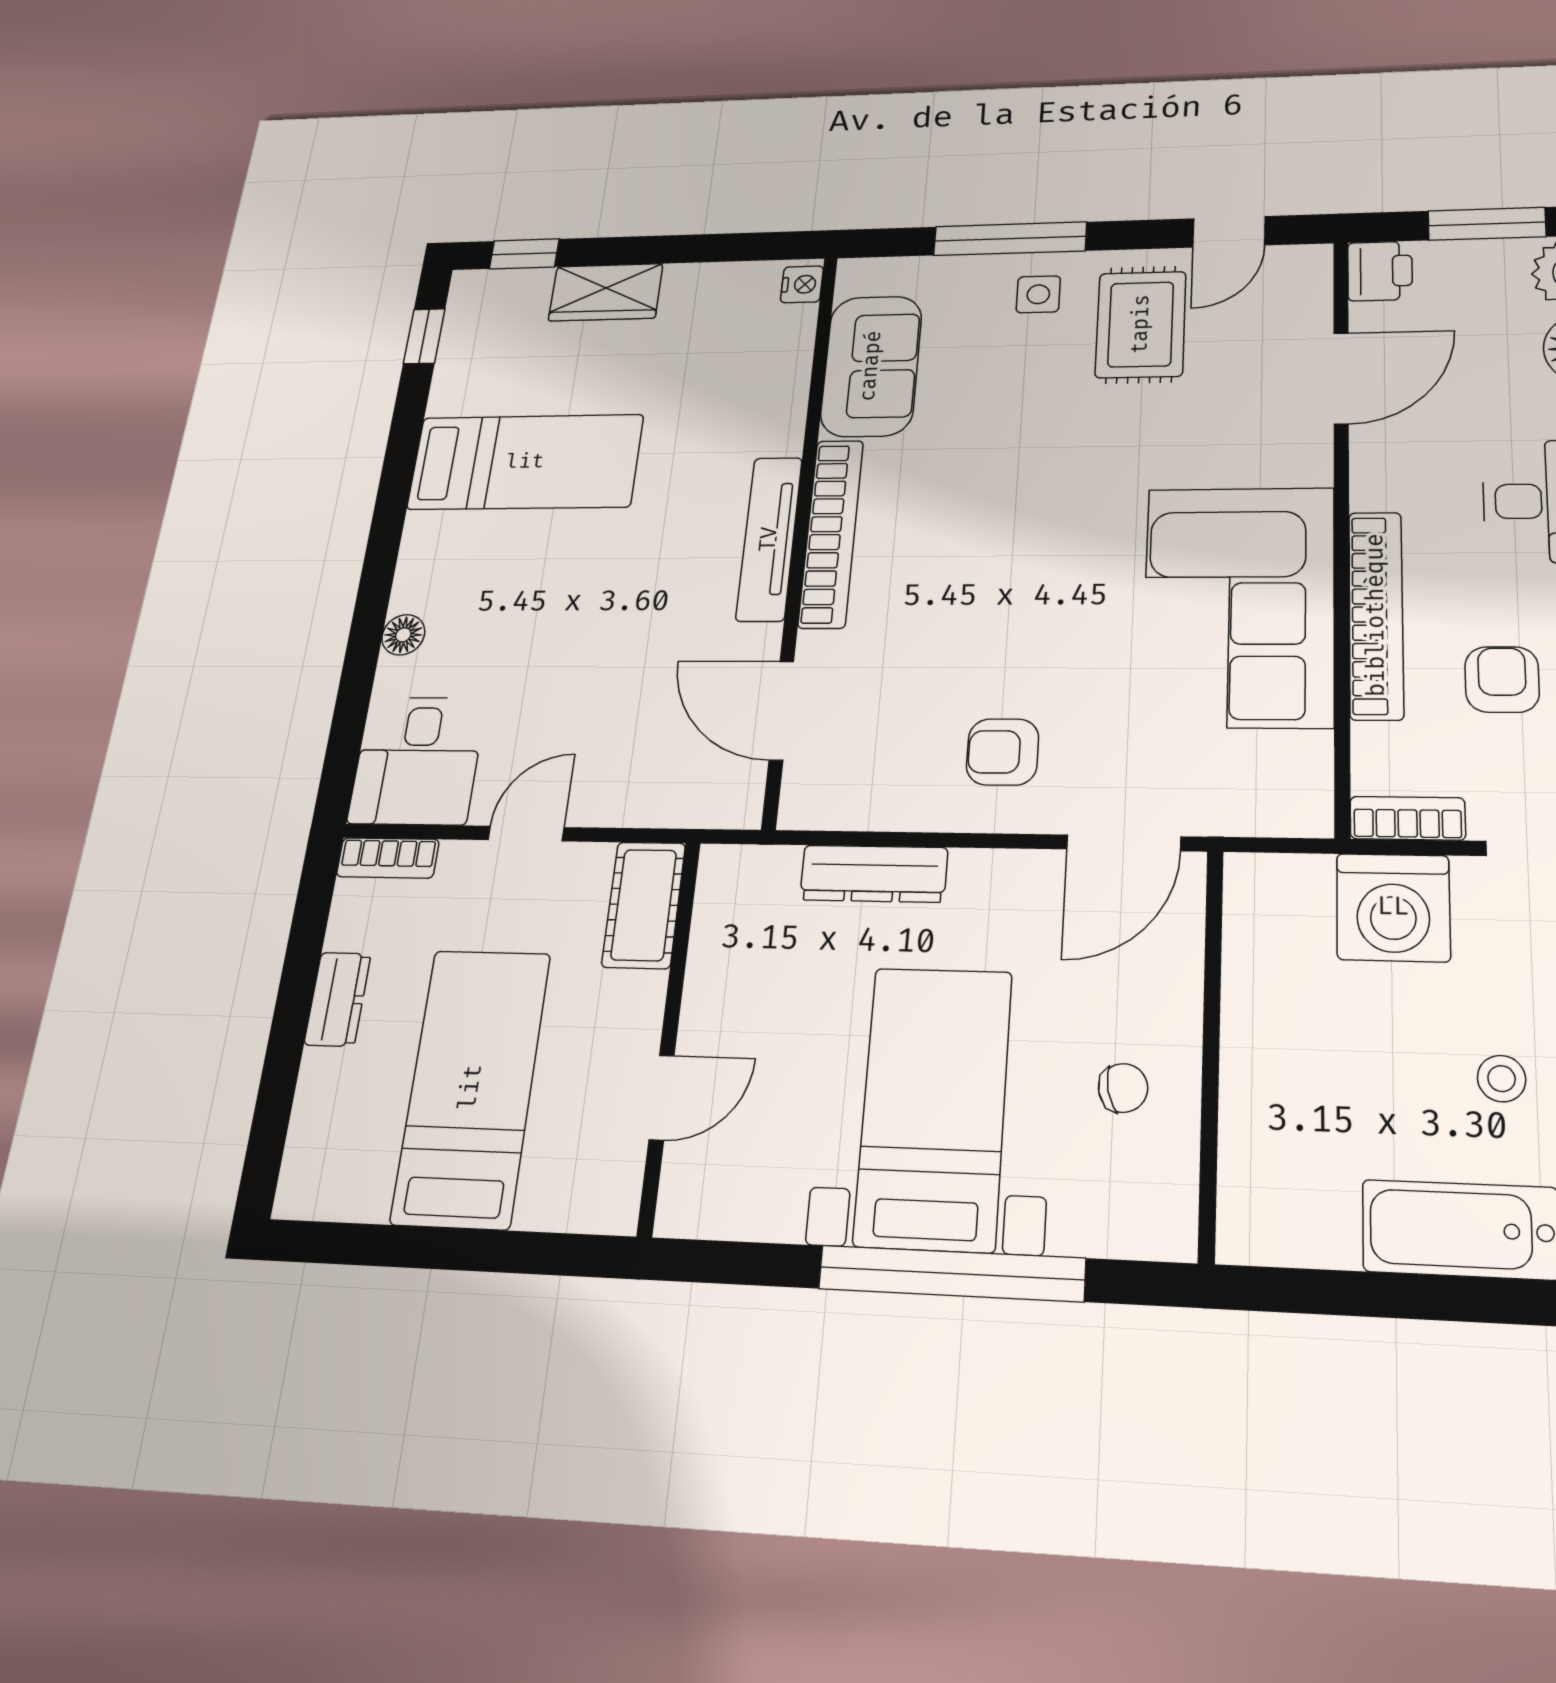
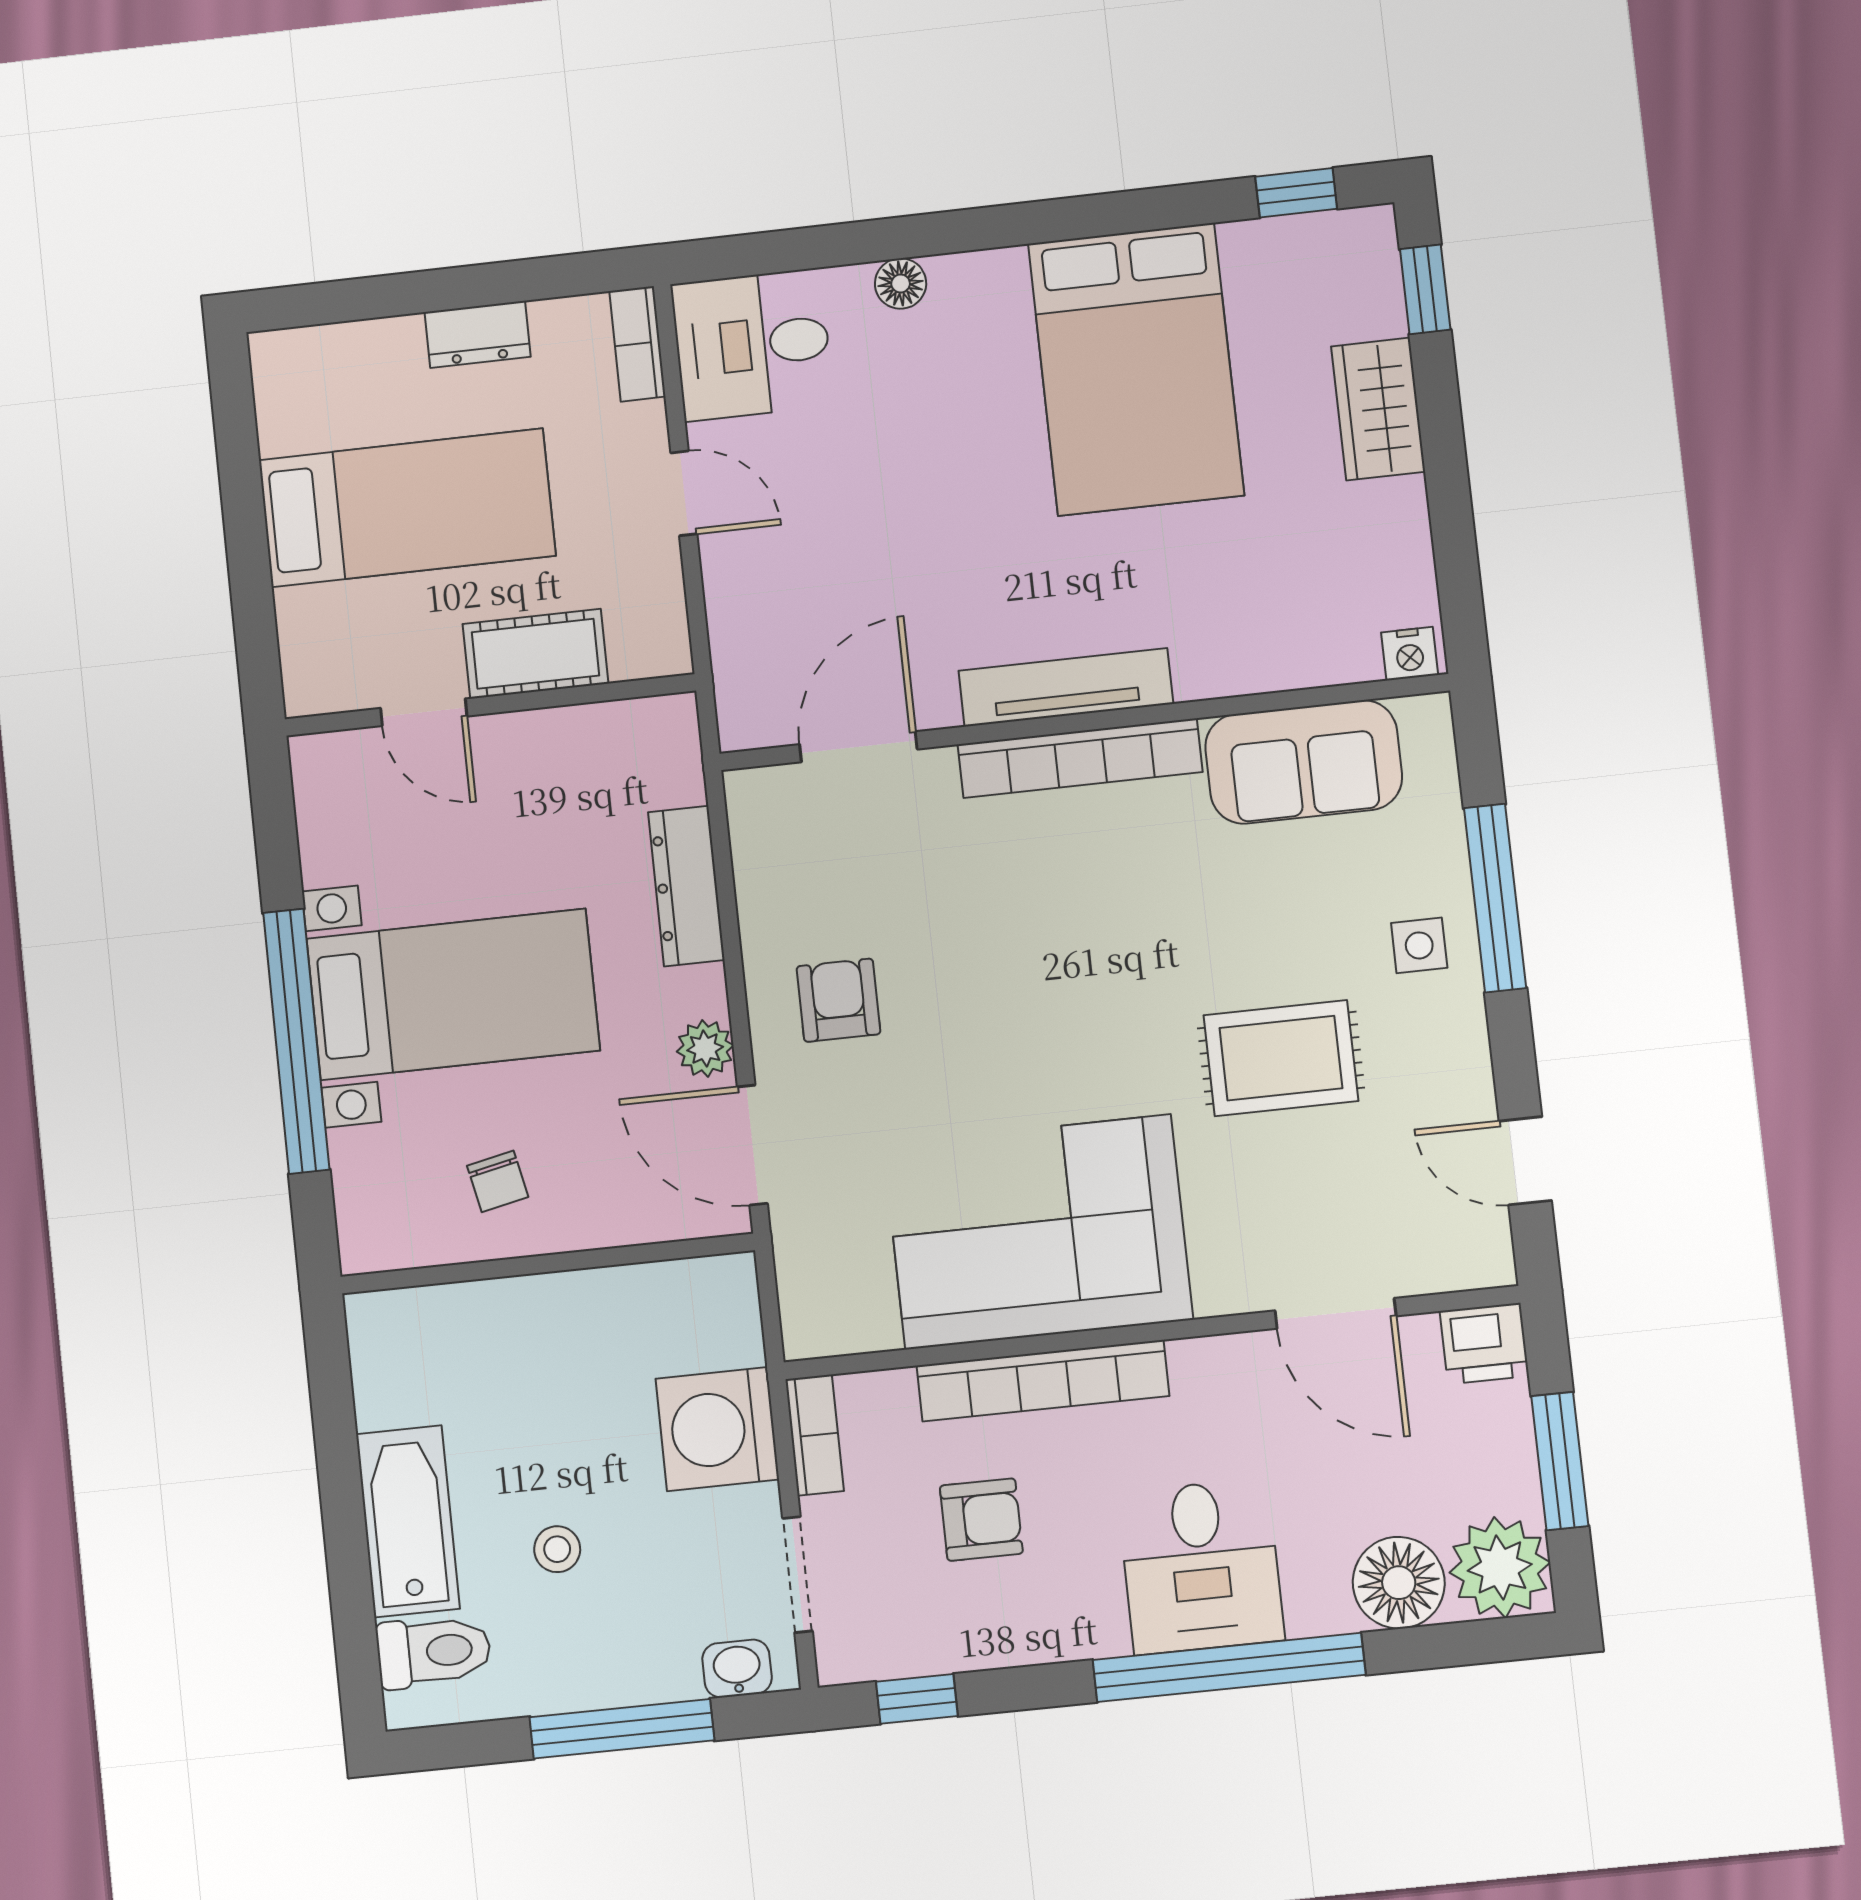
rug: (1141, 324) -> (1281, 1058), moved
bed: (525, 462) -> (1136, 369), width x1.50
plant: (1026, 875) -> (705, 1048), added
cot: (644, 905) -> (535, 654), moved

